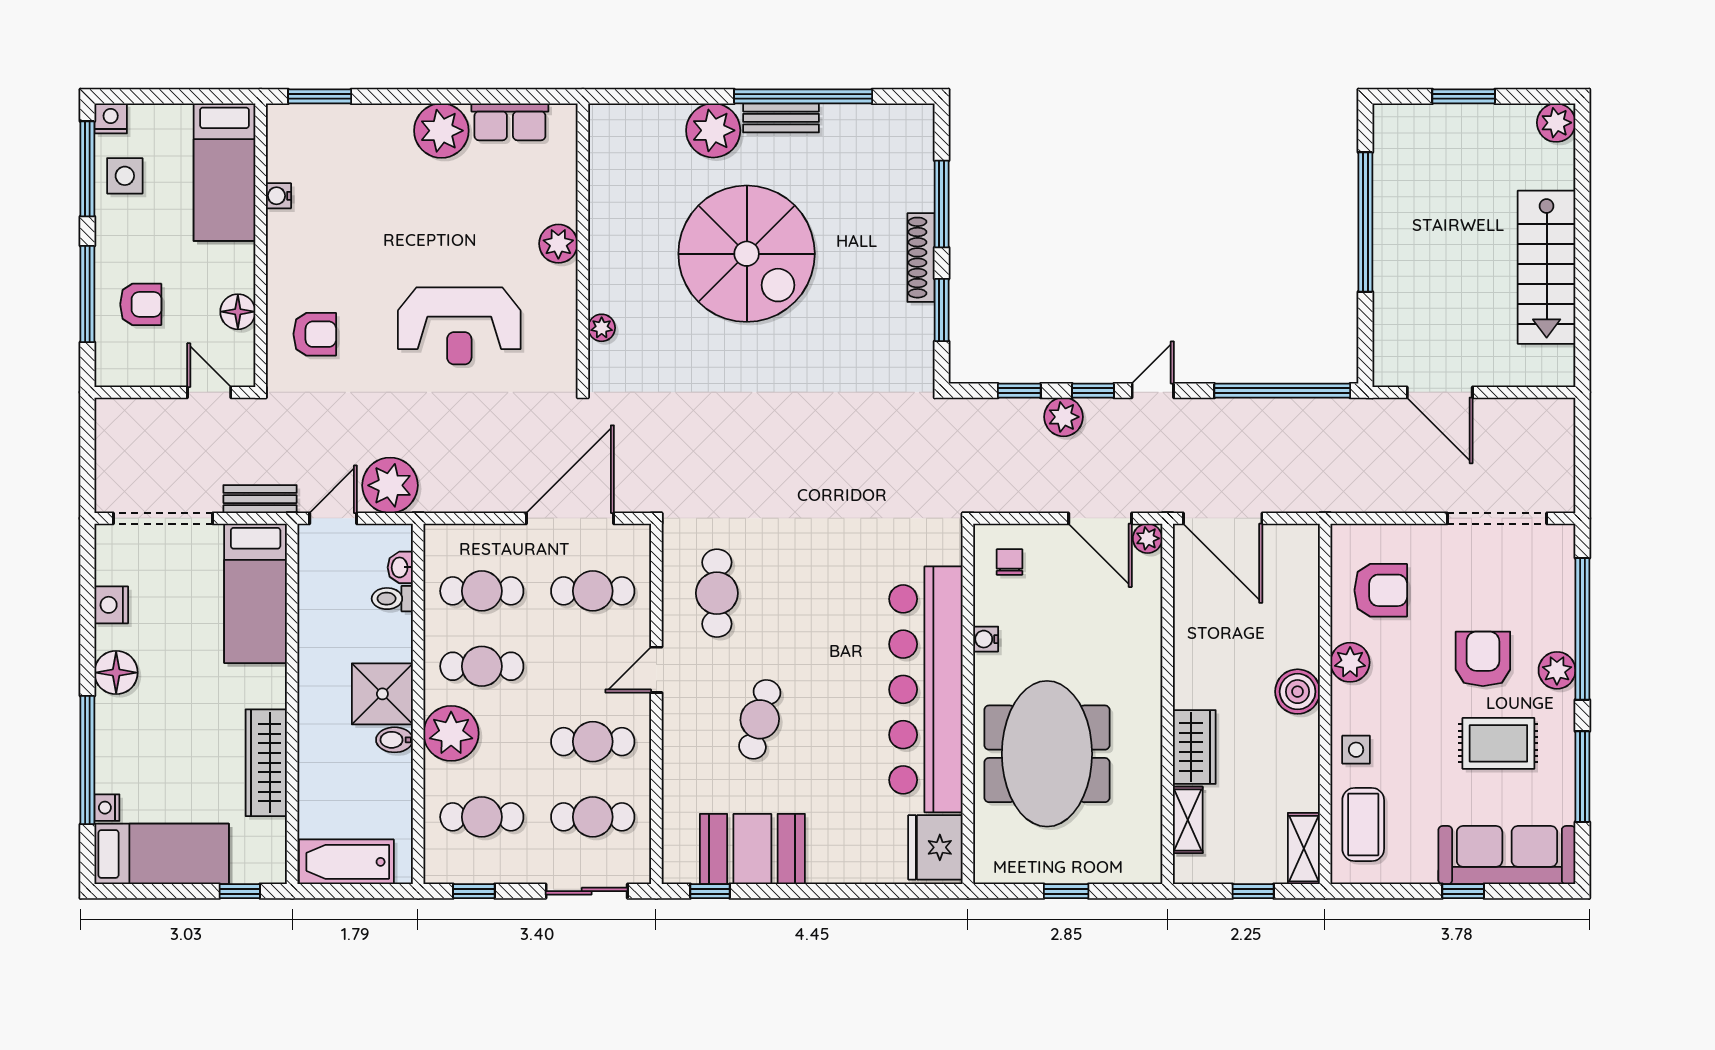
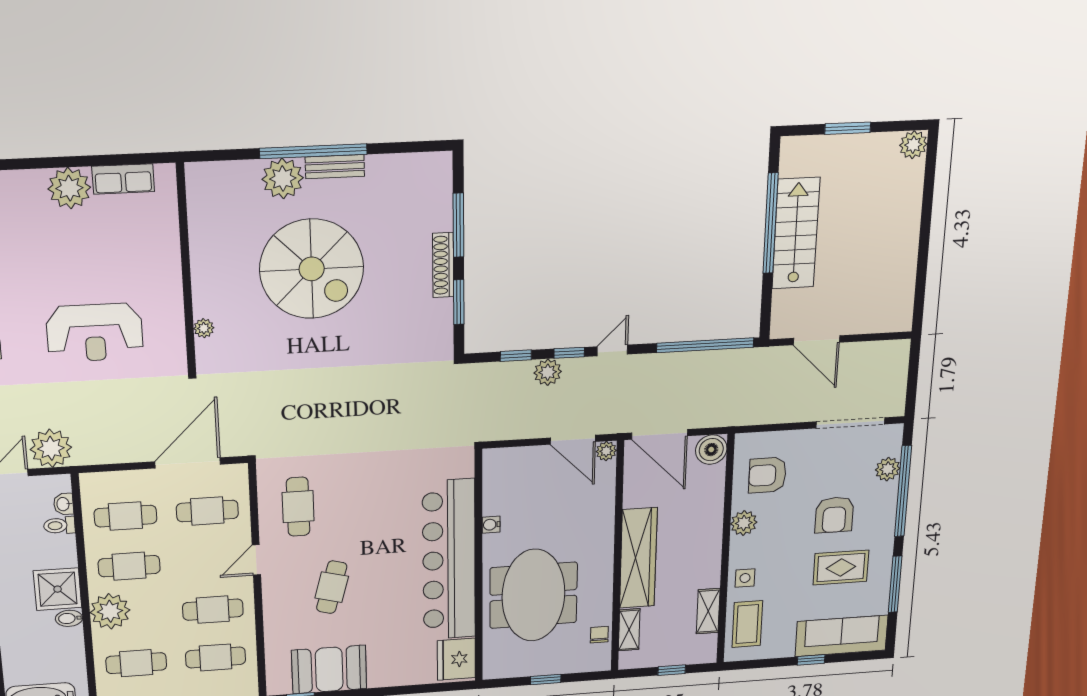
window: (803, 96) -> (313, 151), moved
plant: (558, 244) -> (167, 269), removed
stairs: (1547, 267) -> (796, 233), moved, turned 180
chair: (1010, 562) -> (599, 635), moved
armchair: (1381, 590) -> (767, 475), turned 180
armchair: (1483, 659) -> (834, 515), turned 180
plant: (1557, 670) -> (888, 469), moved
boiler: (1298, 692) -> (711, 450), moved
wardrobe: (1194, 747) -> (638, 558), width x2.10, depth x1.17
shelving: (1304, 849) -> (708, 611), moved

